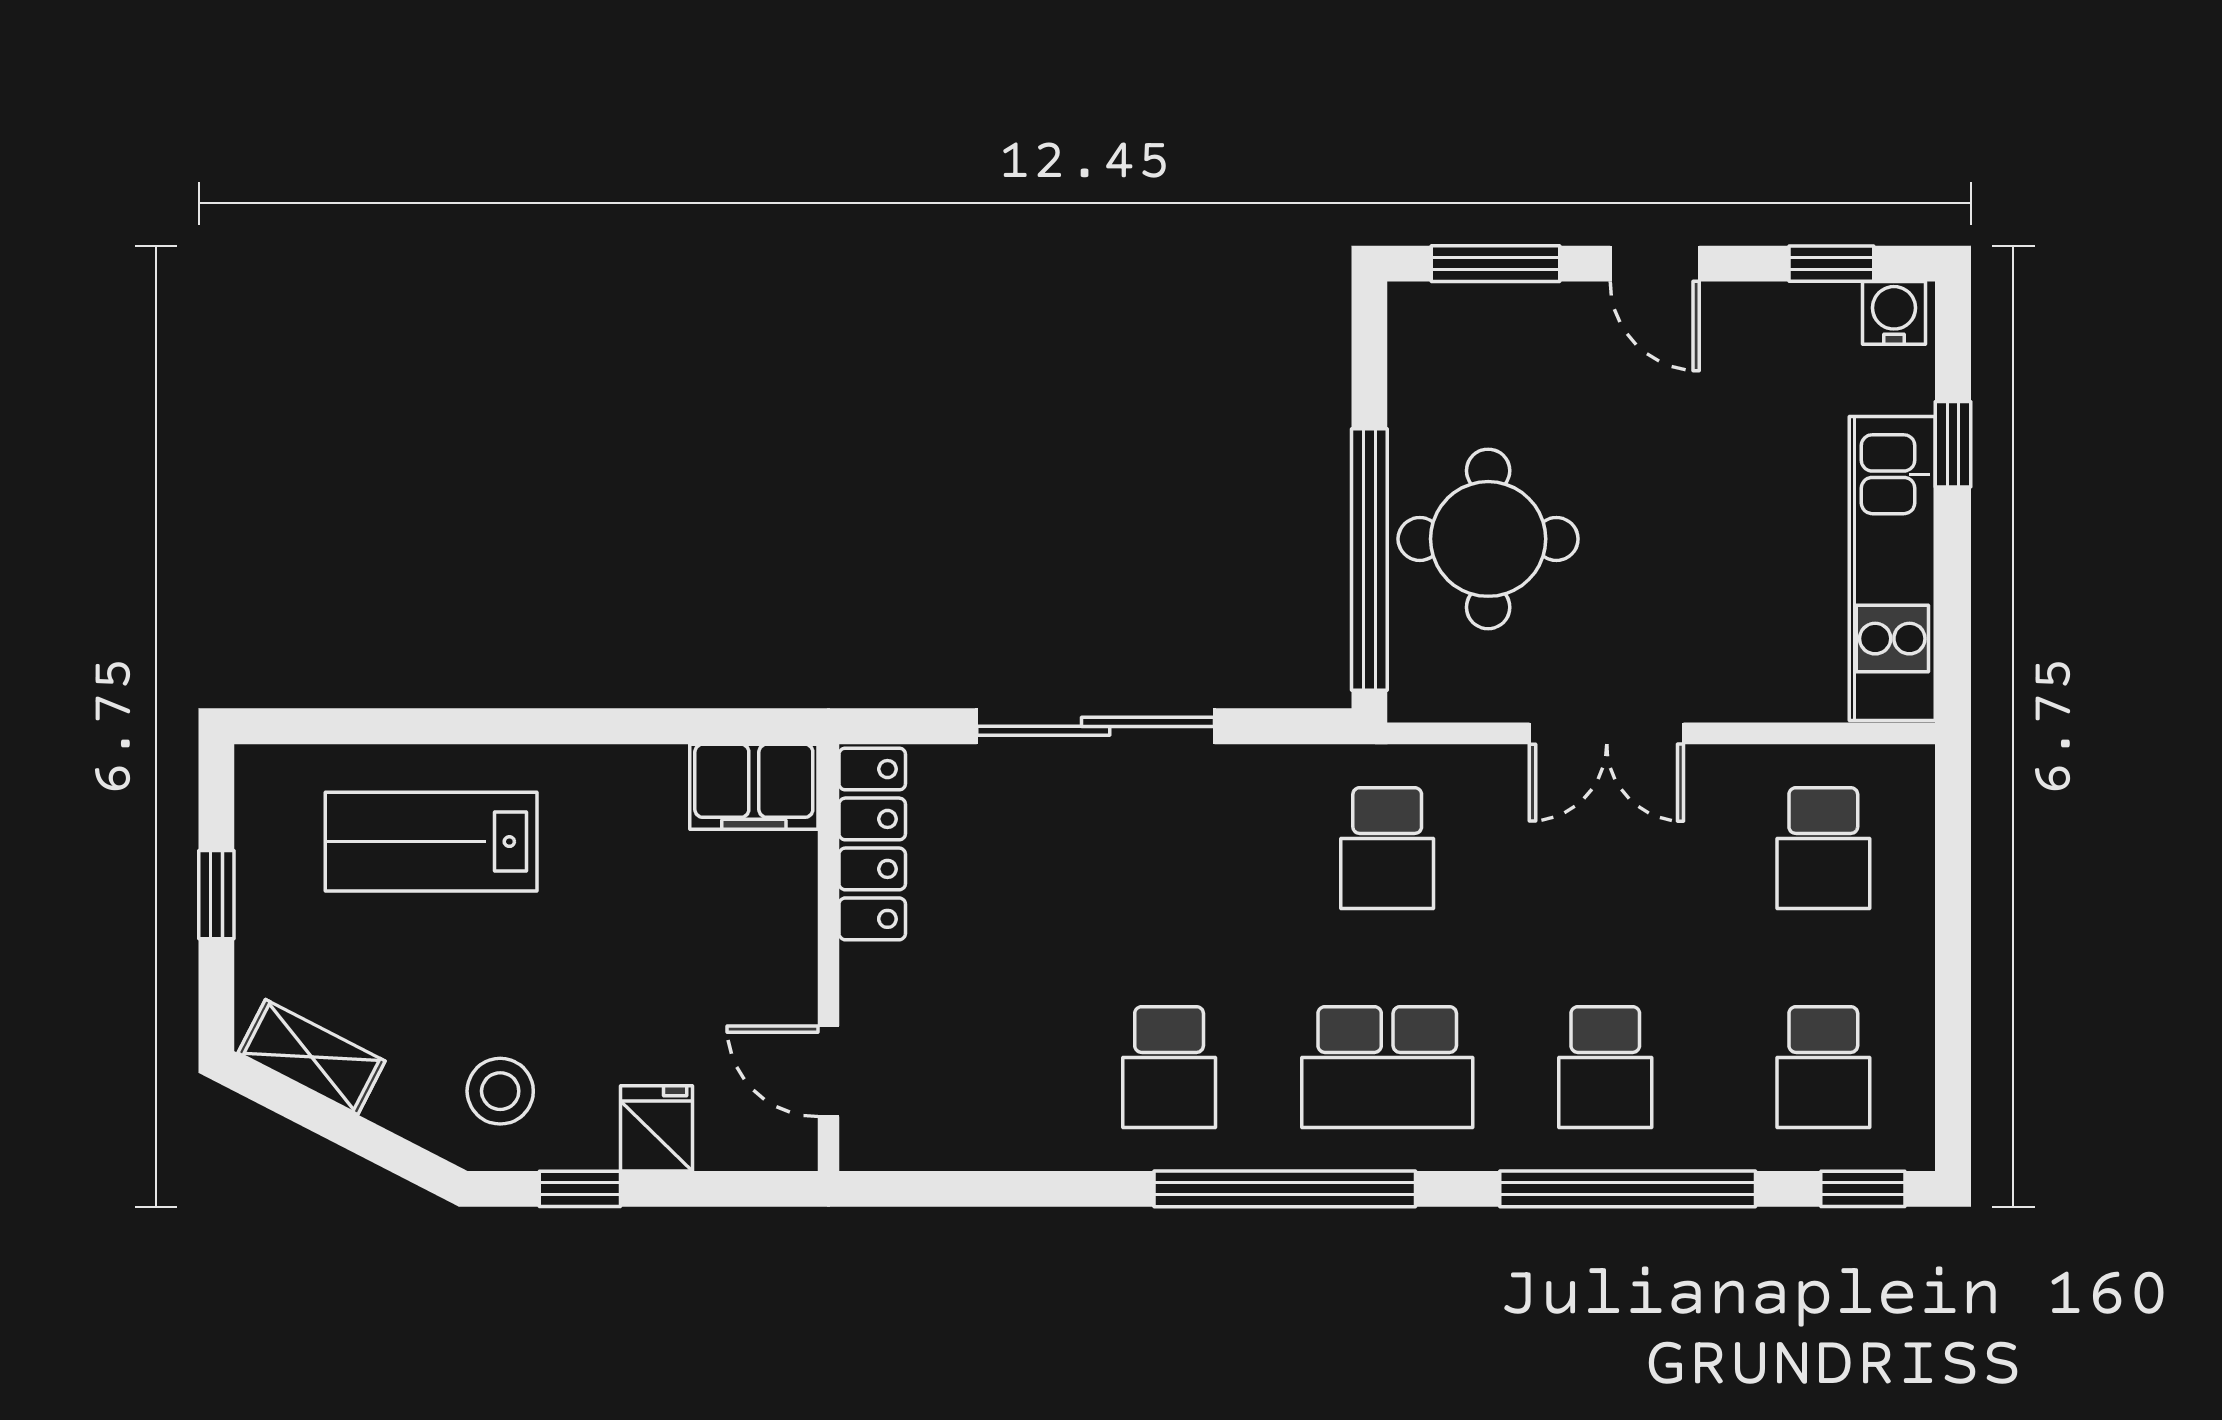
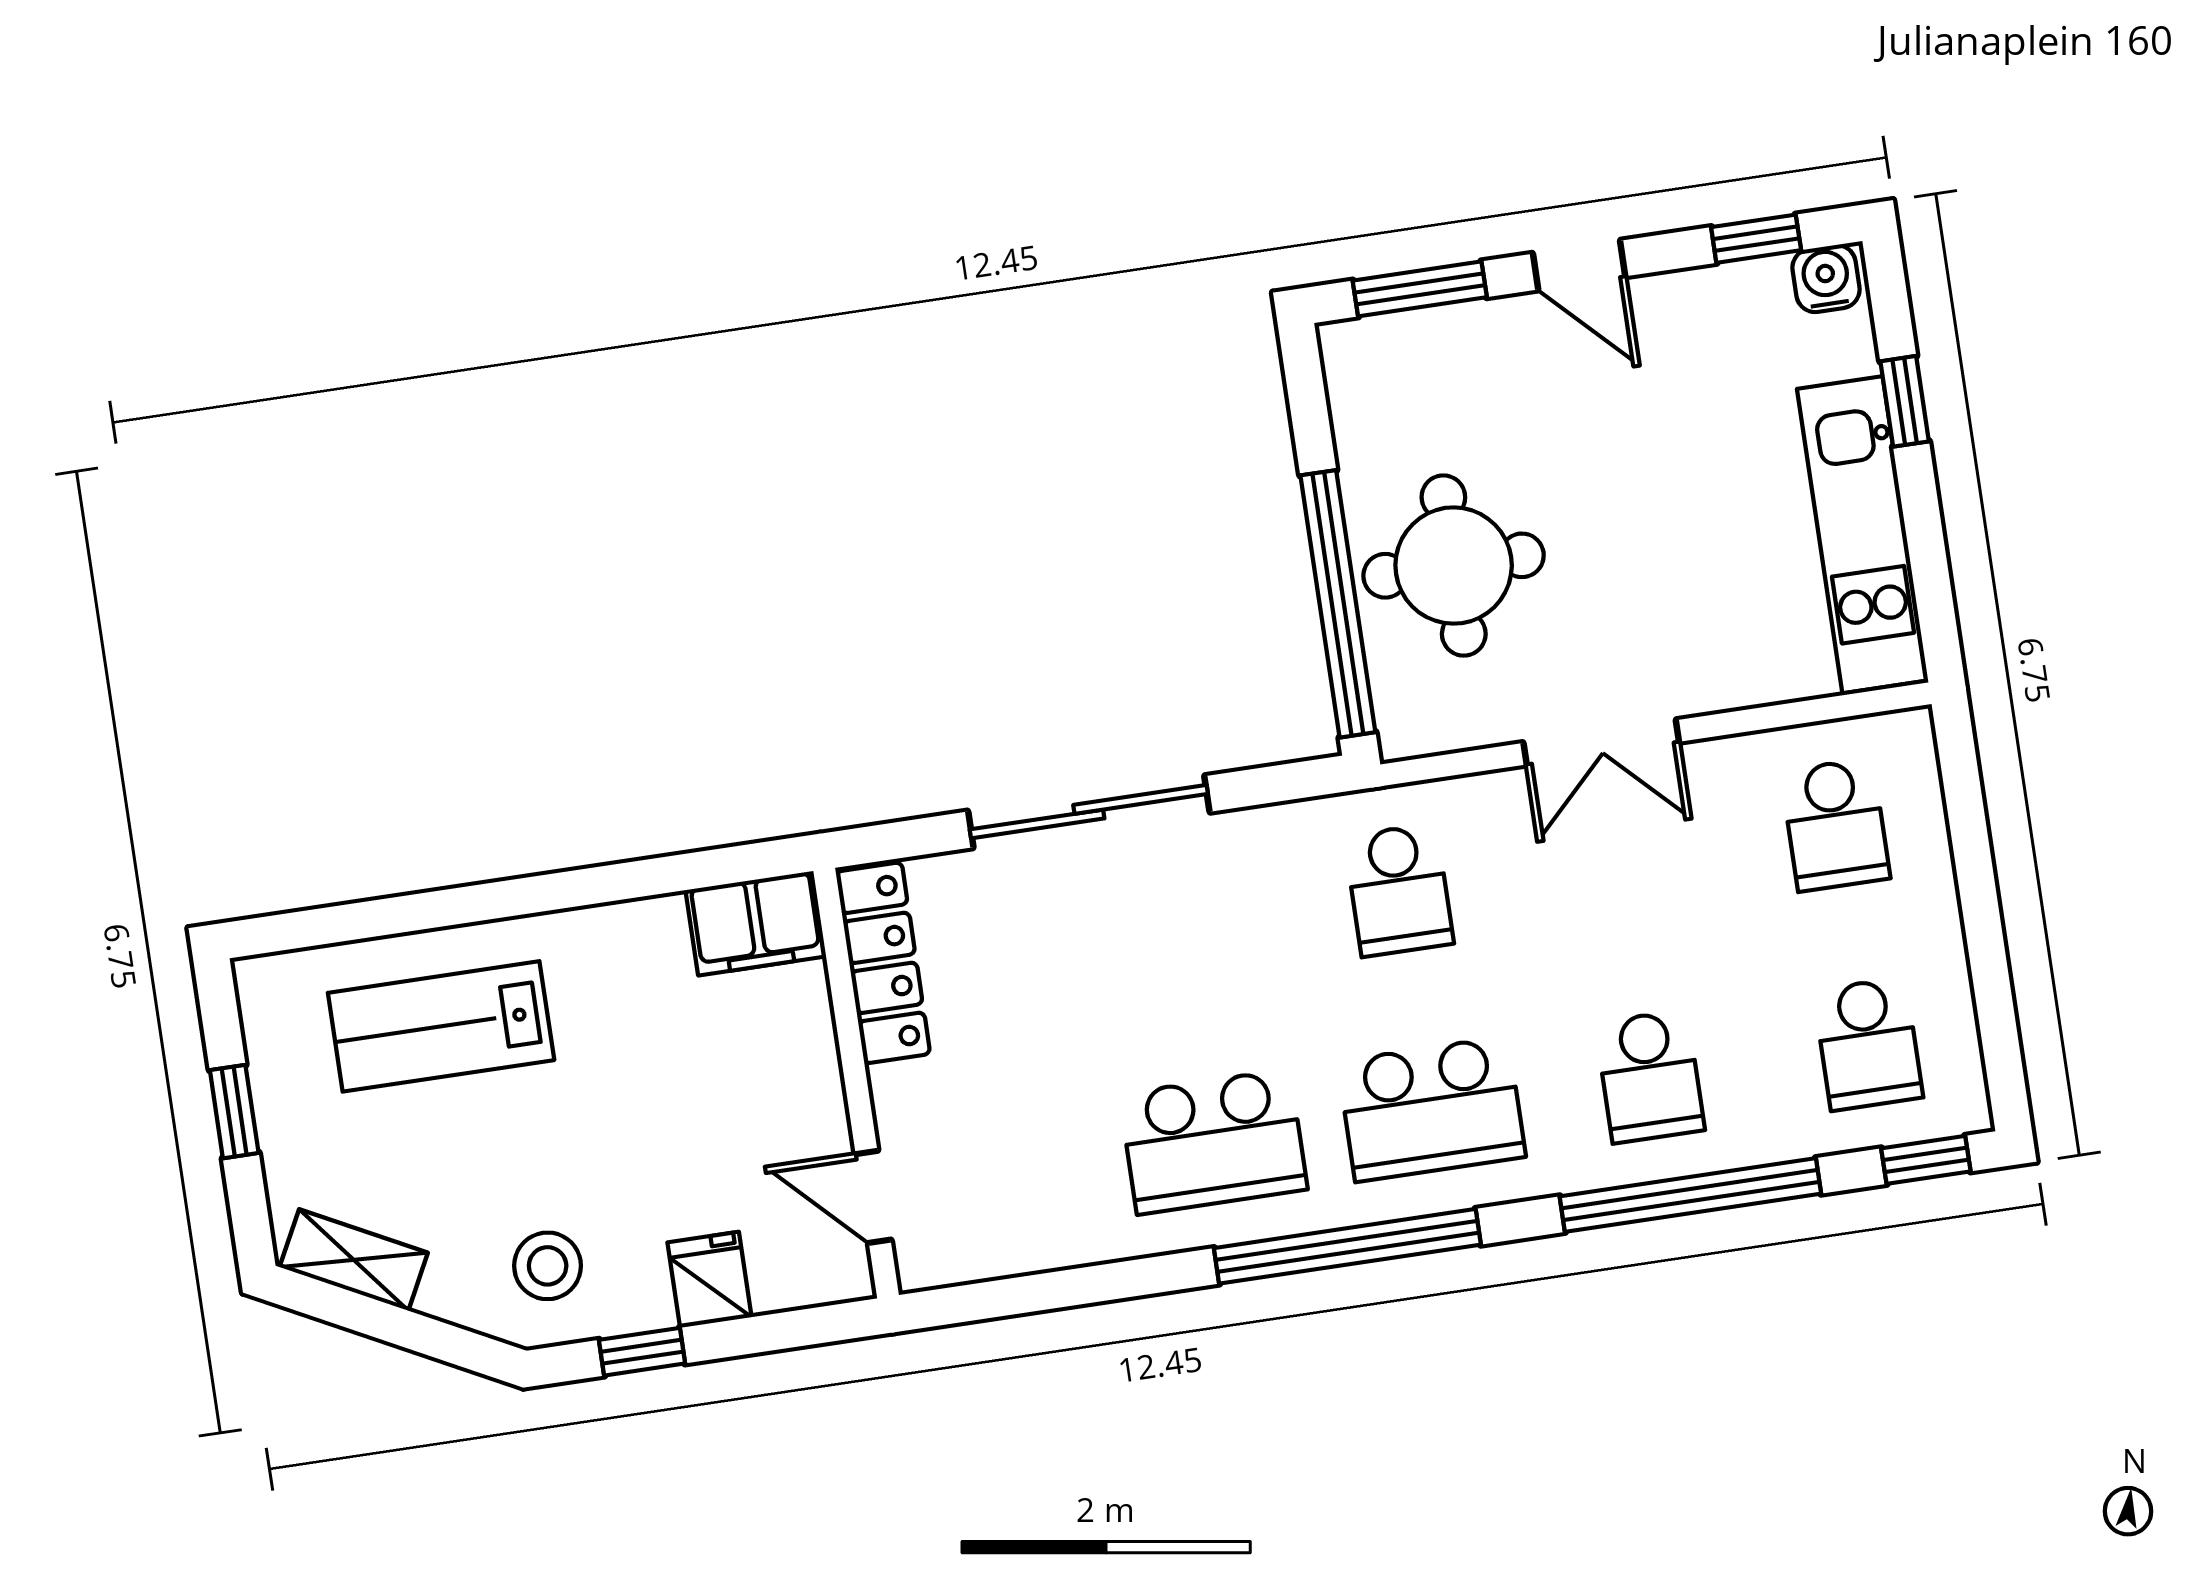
school desk: (1169, 1067) -> (1213, 1142), width x1.85

